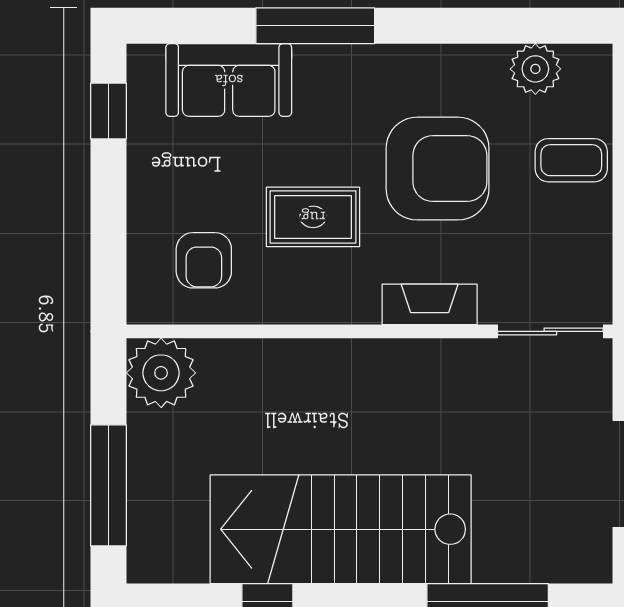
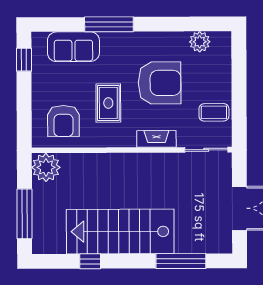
coffee table: (571, 160) -> (214, 112), moved
rug: (313, 217) -> (108, 103), turned 90
armchair: (204, 260) -> (63, 121), width x1.38, depth x1.38

